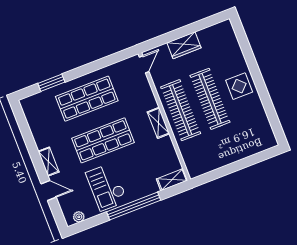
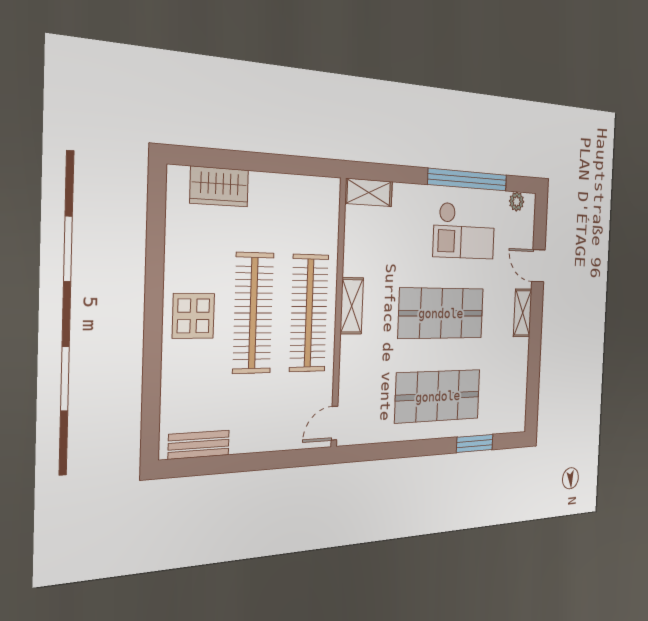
bench: (213, 31) -> (199, 445), added
wardrobe: (184, 45) -> (219, 187), moved, turned 180
checkout: (107, 187) -> (464, 231), turned 90
window: (134, 206) -> (468, 180), moved

